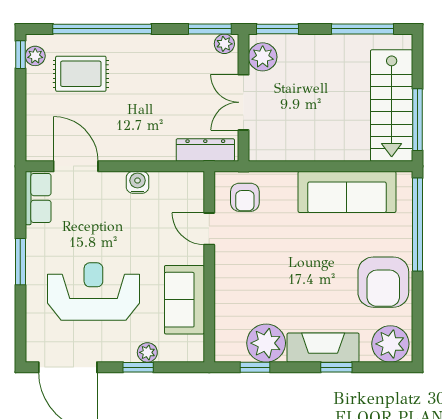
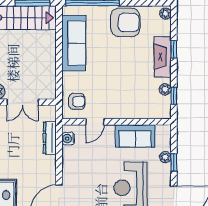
dresser: (205, 150) -> (50, 138), moved
water cooler: (138, 182) -> (68, 139), moved
plant: (266, 343) -> (165, 89), width x0.53, depth x0.53
plant: (390, 344) -> (165, 13), width x0.53, depth x0.53

